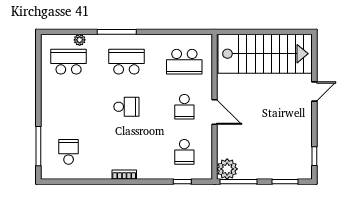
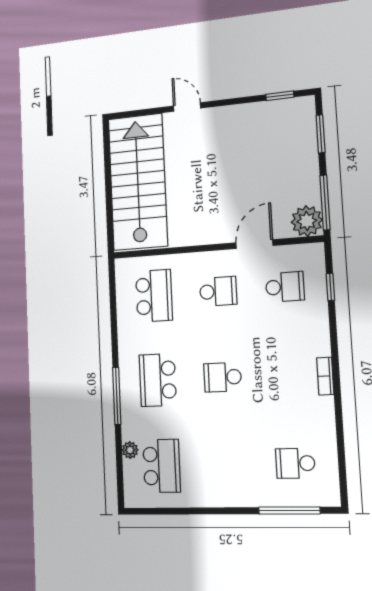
school desk: (69, 62) -> (162, 466), turned 180
school desk: (126, 107) -> (223, 377), turned -90
door: (214, 112) -> (254, 244), moved

